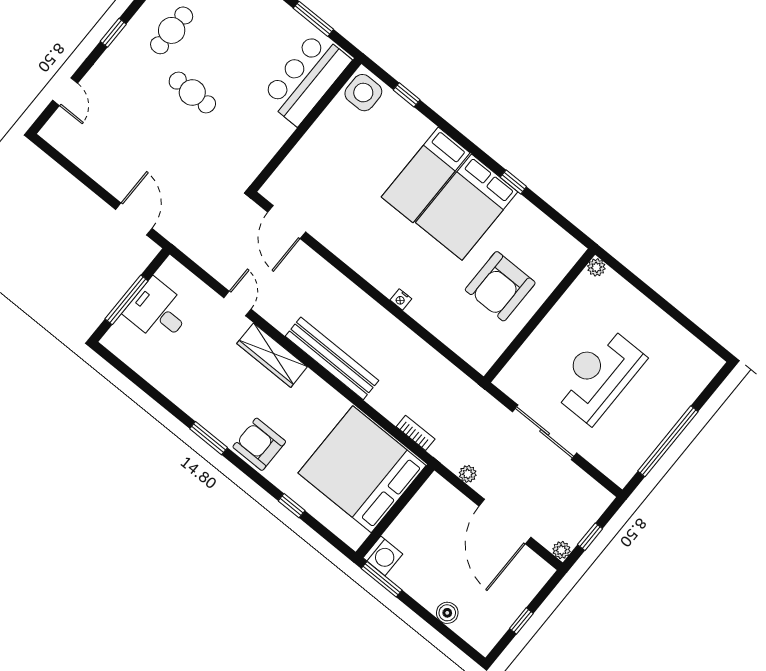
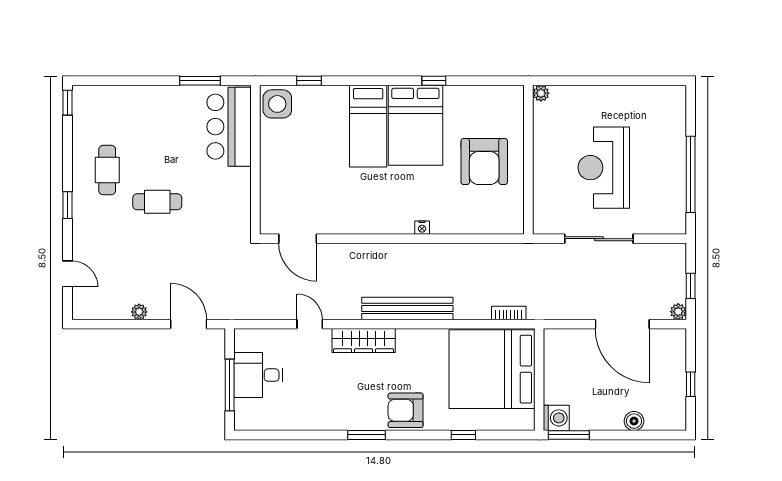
plant: (468, 474) -> (139, 312), moved

